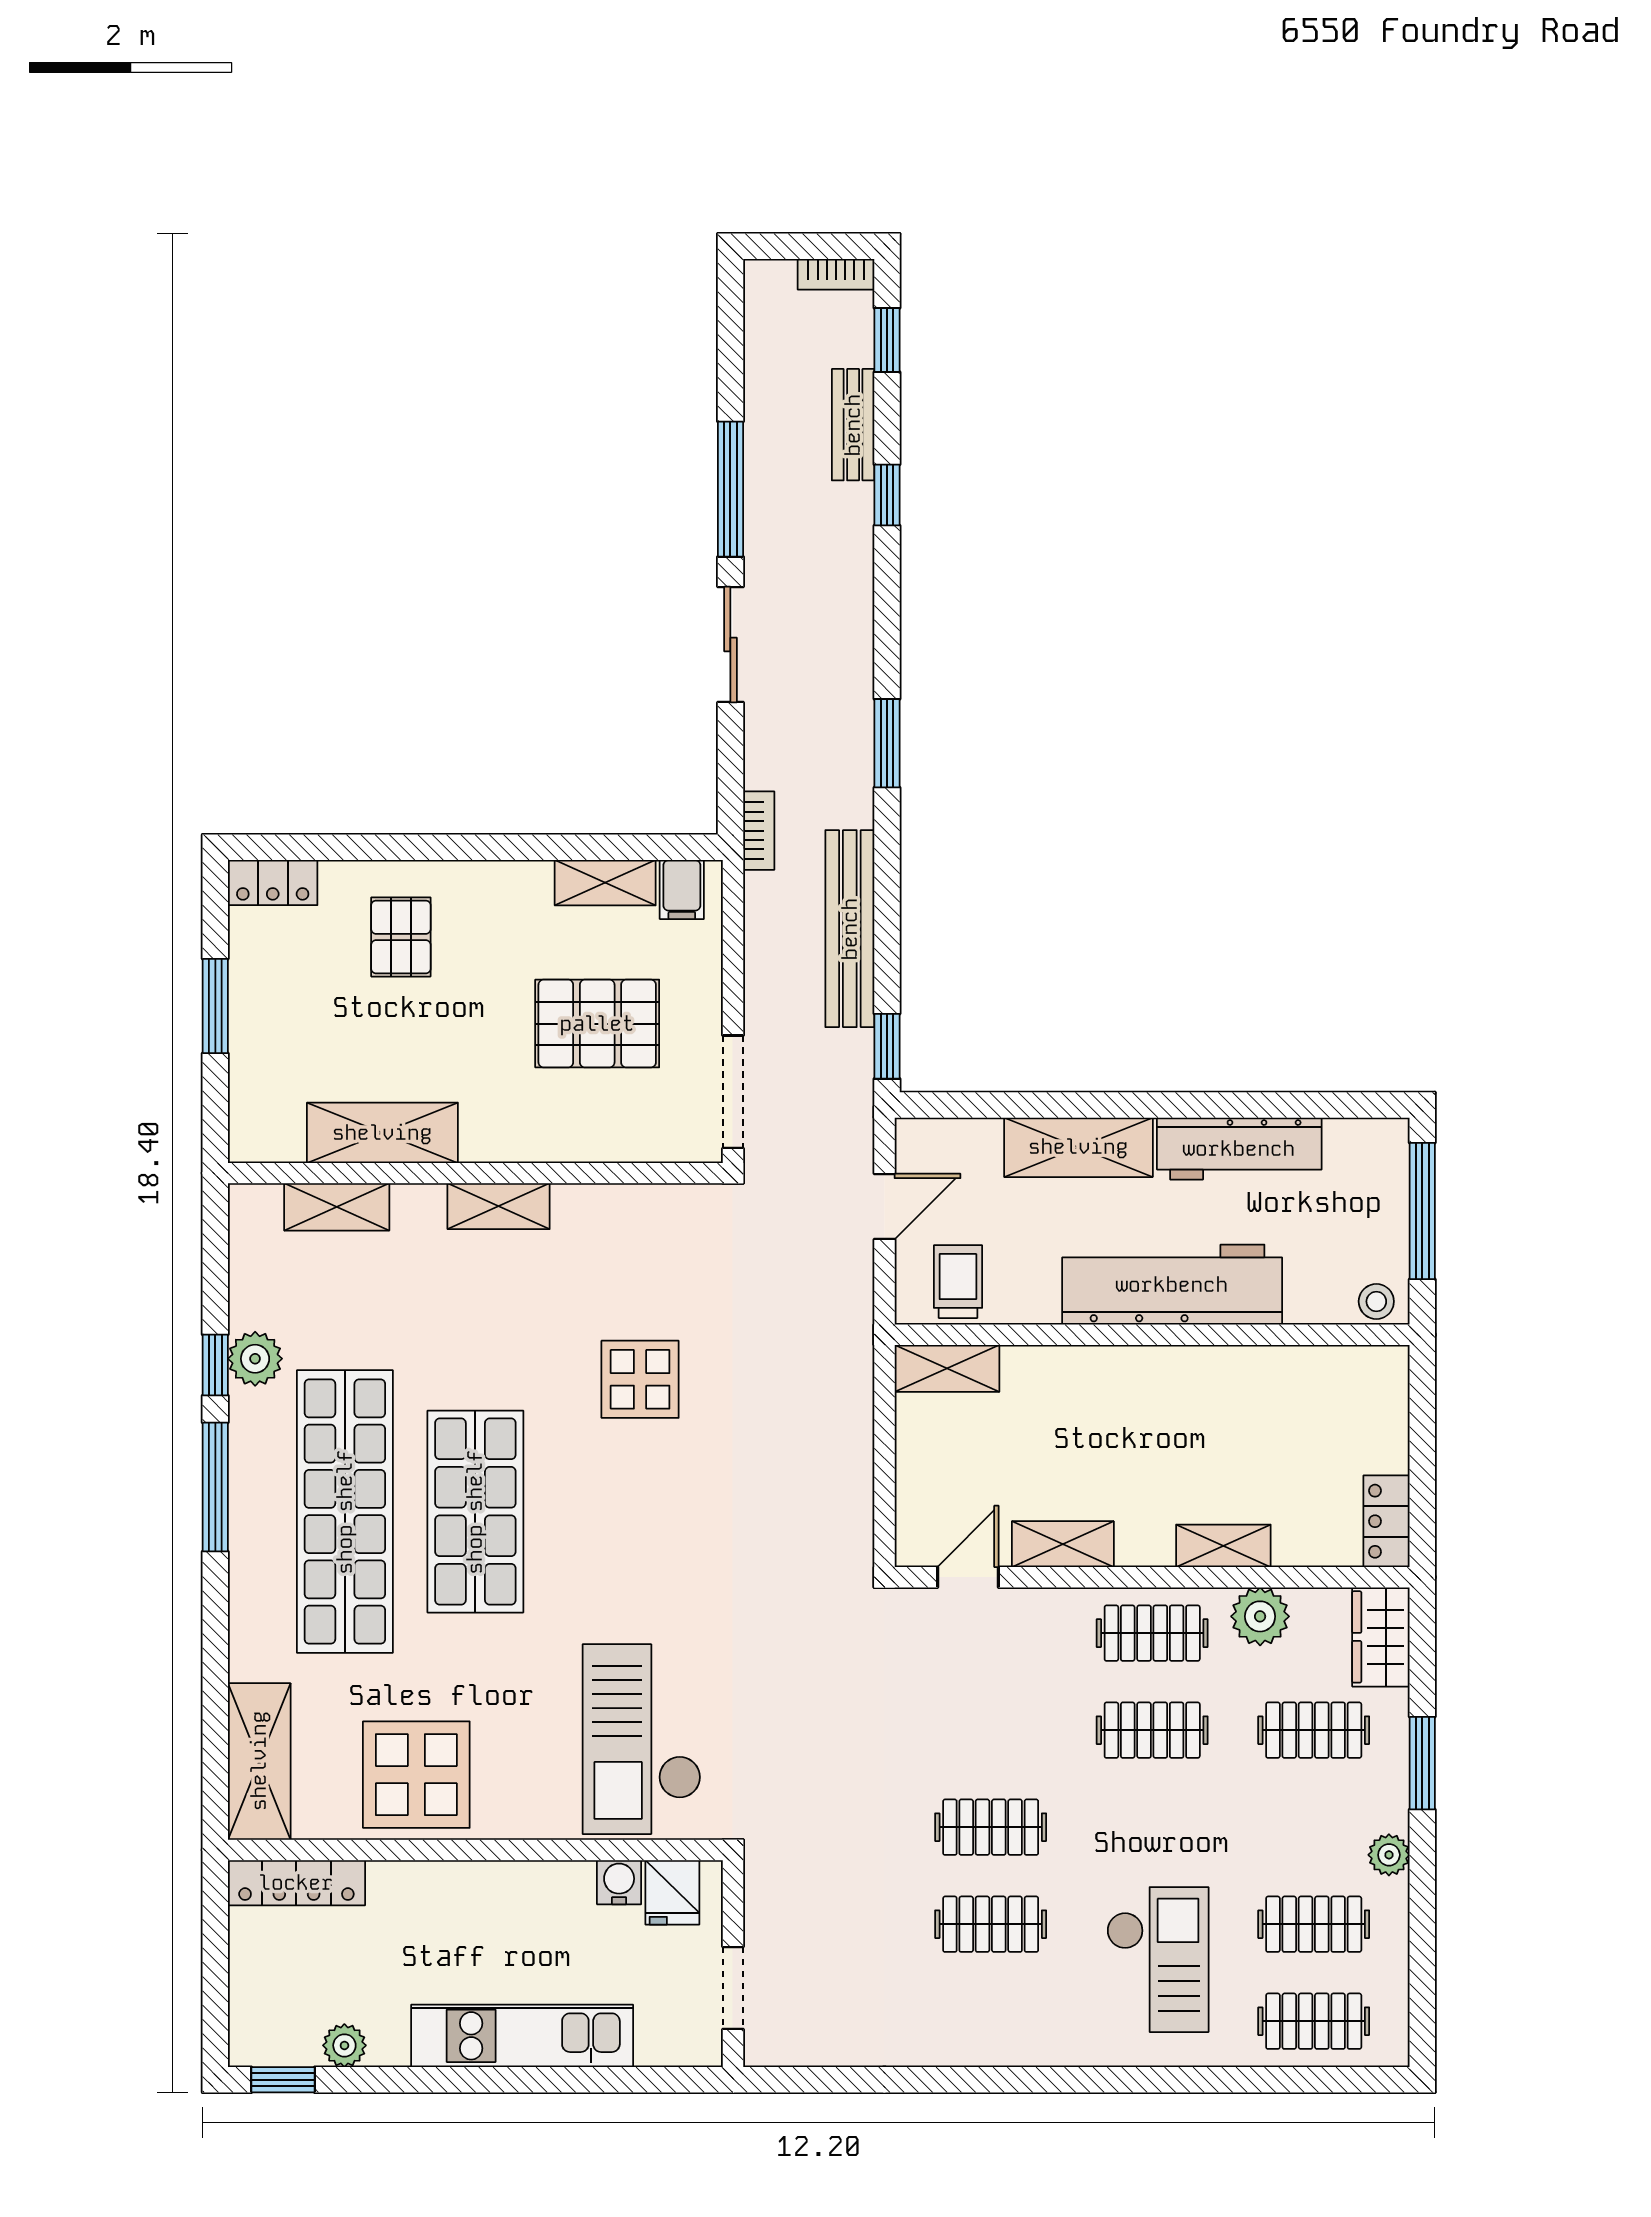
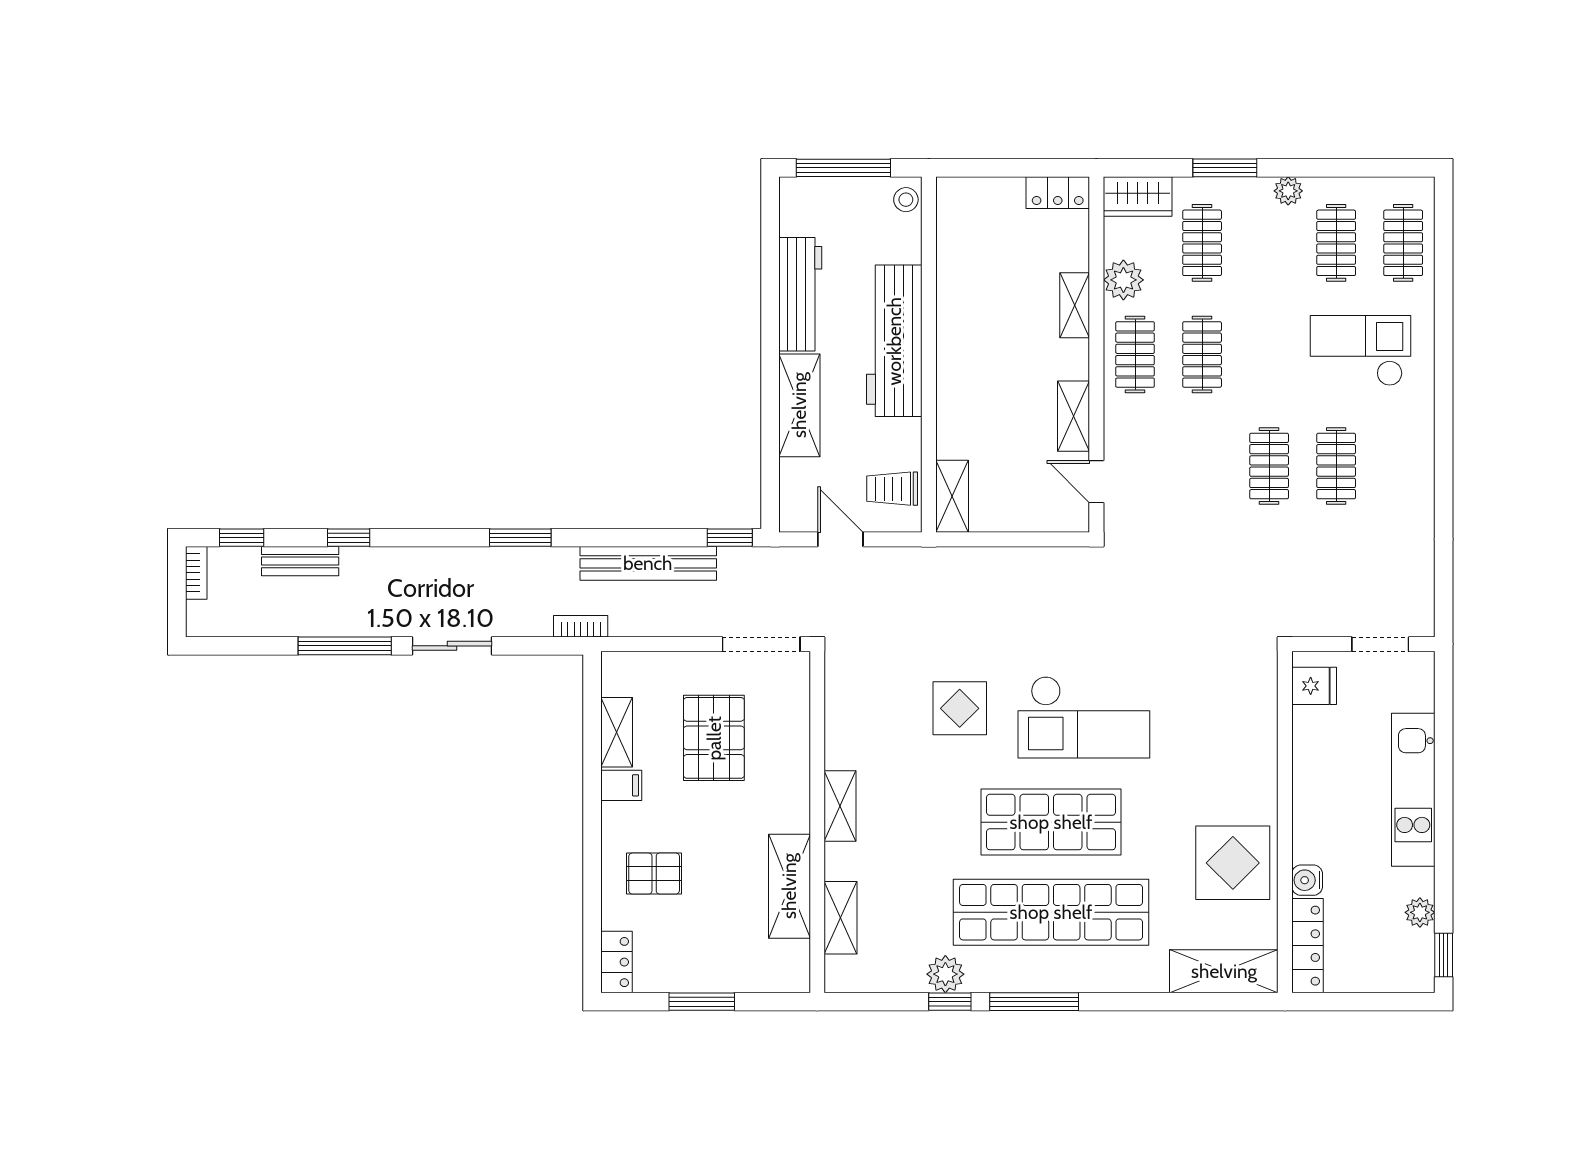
filing cabinet: (682, 890) -> (621, 785), moved
checkout: (642, 1739) -> (1084, 717), moved
water cooler: (619, 1882) -> (1307, 880), moved

